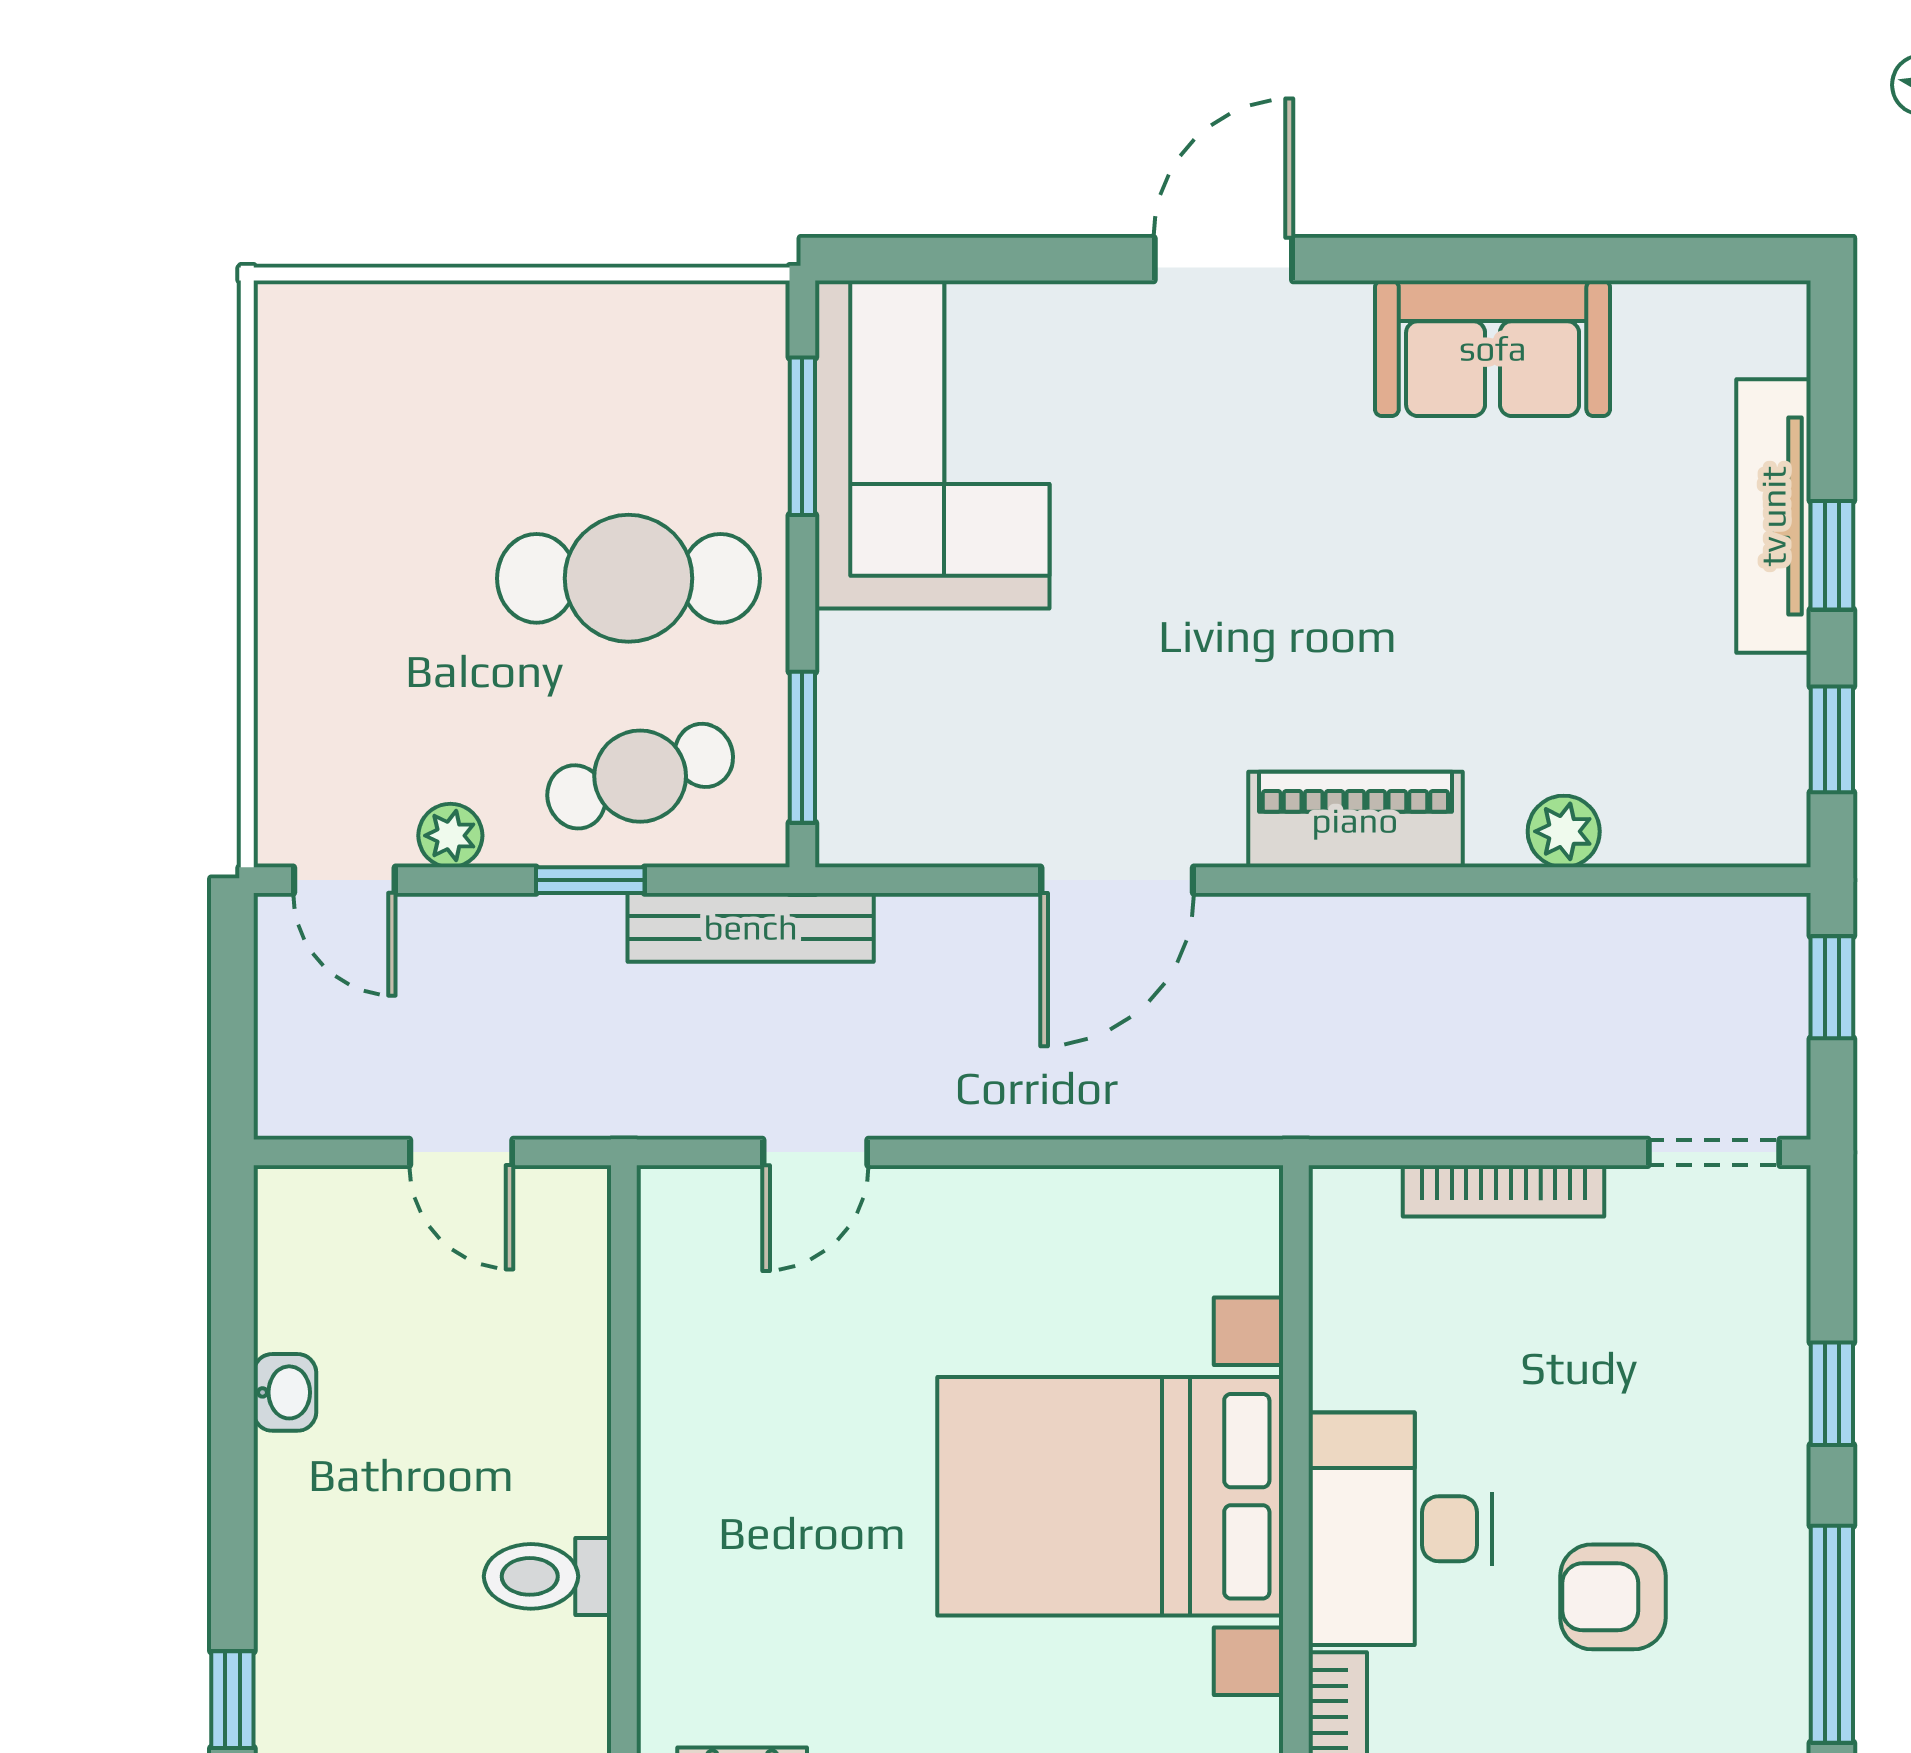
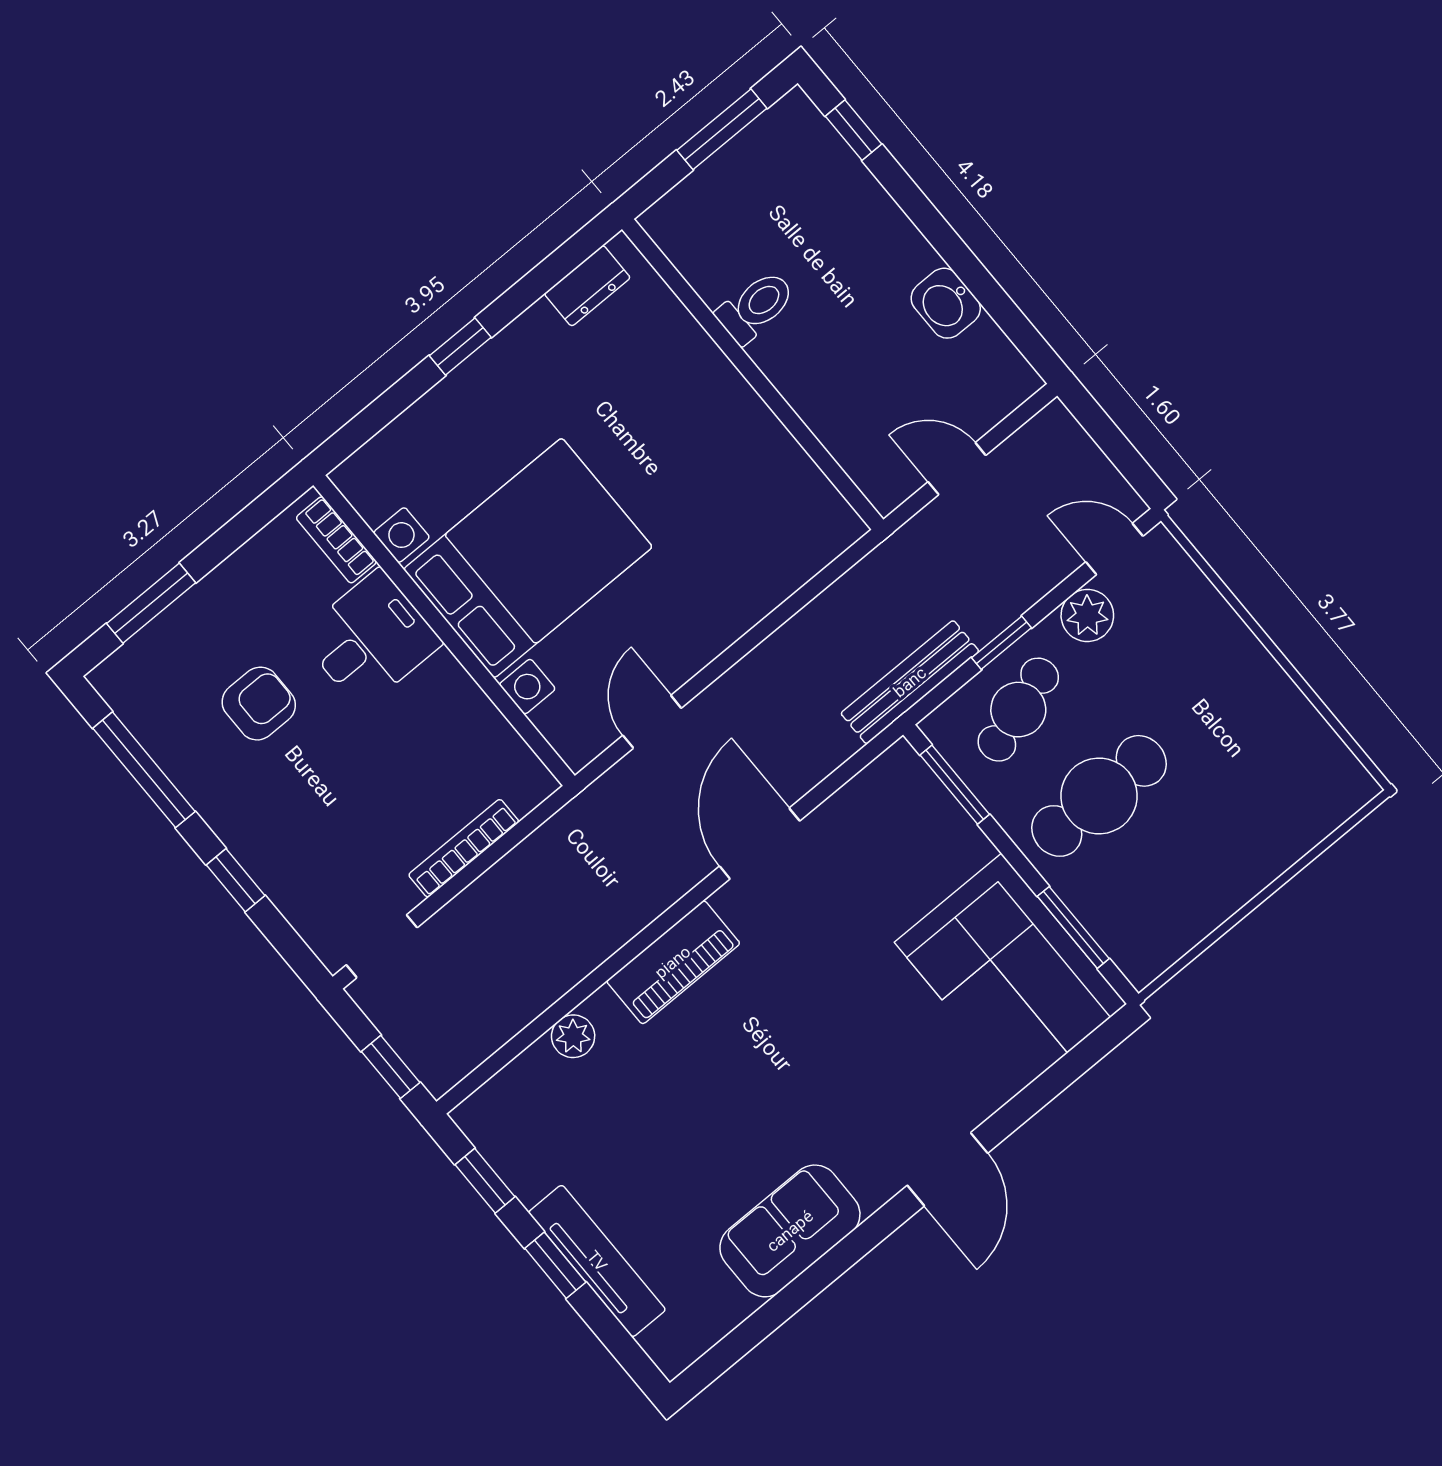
plant: (450, 836) -> (1087, 615), width x1.38, depth x1.38
door: (815, 1152) -> (652, 722), moved
washbasin: (285, 1392) -> (946, 303), width x1.38, depth x1.45
desk: (1400, 1529) -> (370, 639), width x0.73

